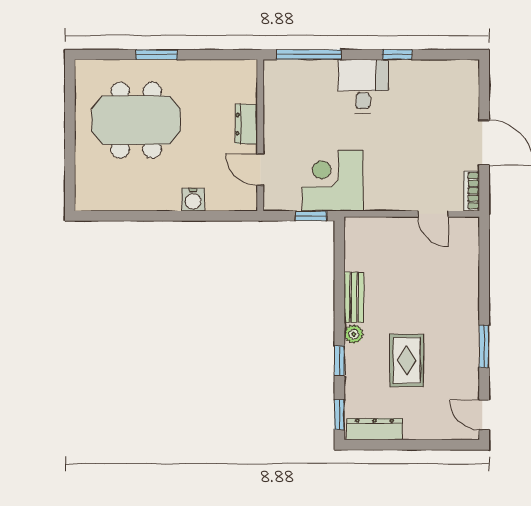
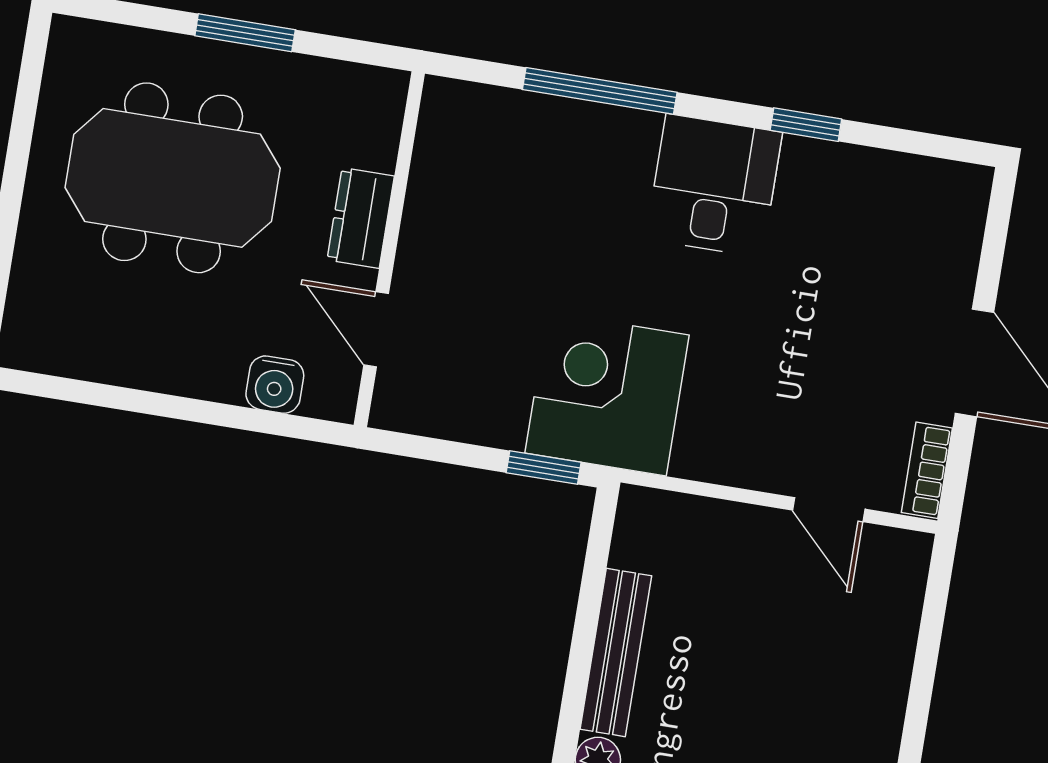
dresser: (246, 124) -> (361, 218), moved
wall: (260, 135) -> (389, 249), moved
door: (260, 170) -> (376, 329), moved
bench: (354, 297) -> (616, 653), width x1.36

